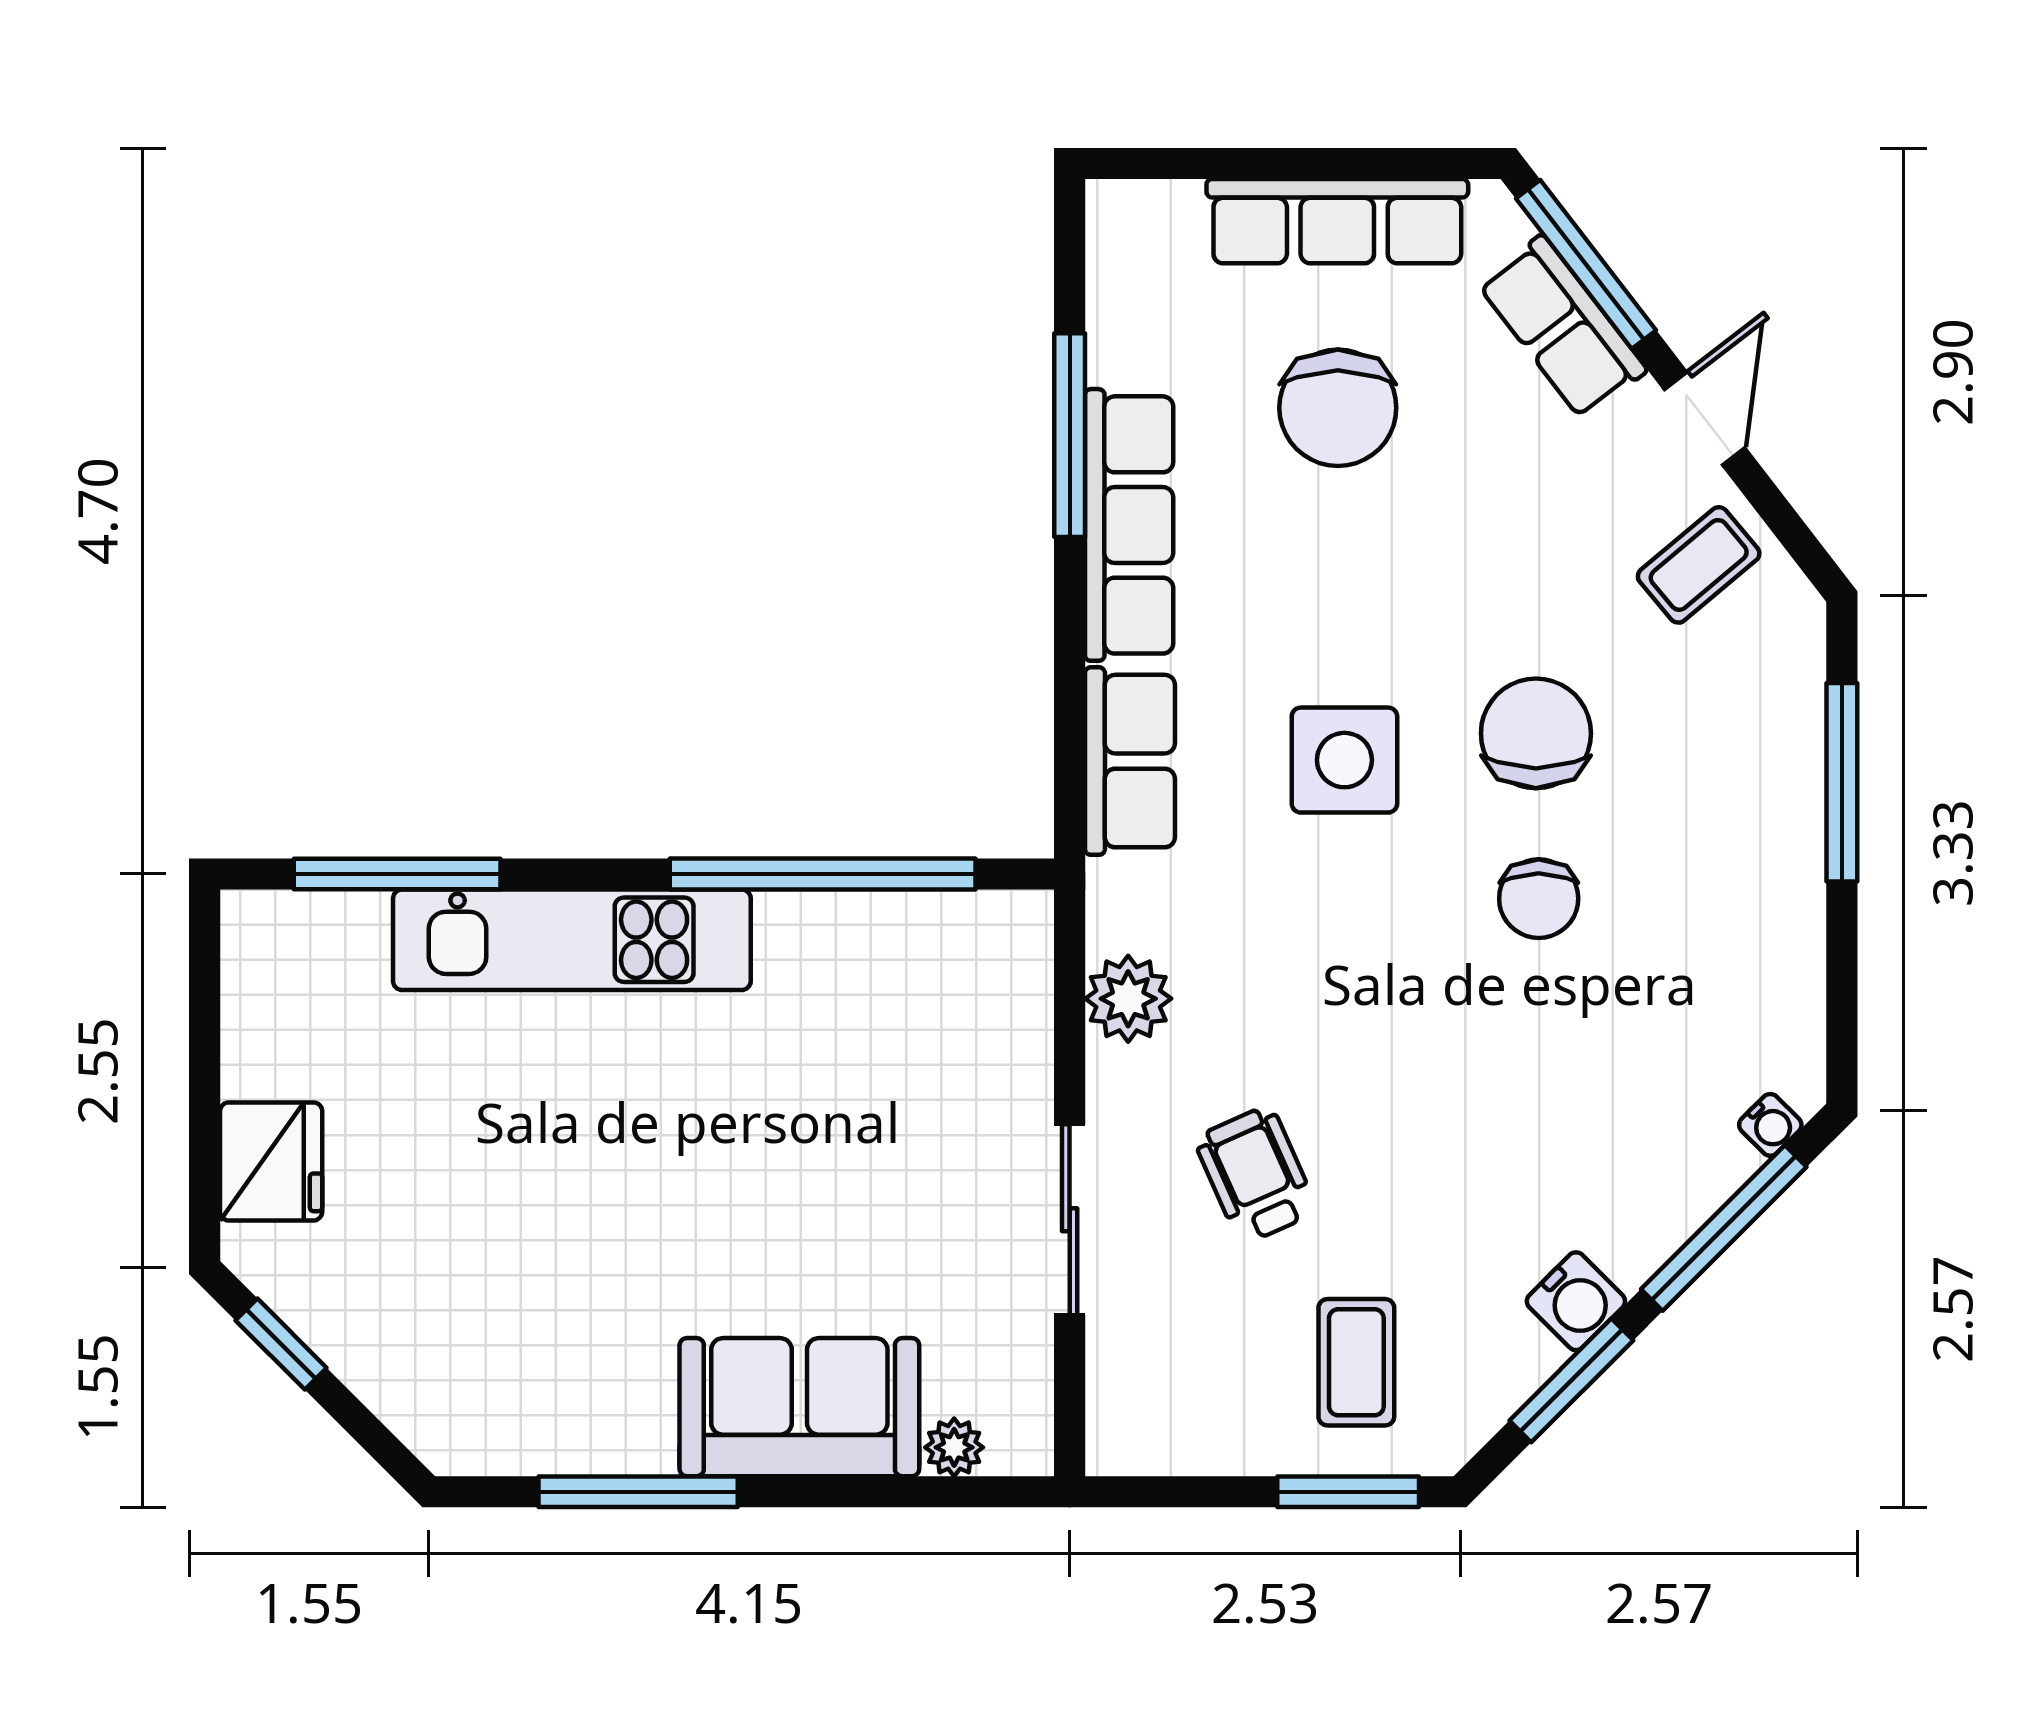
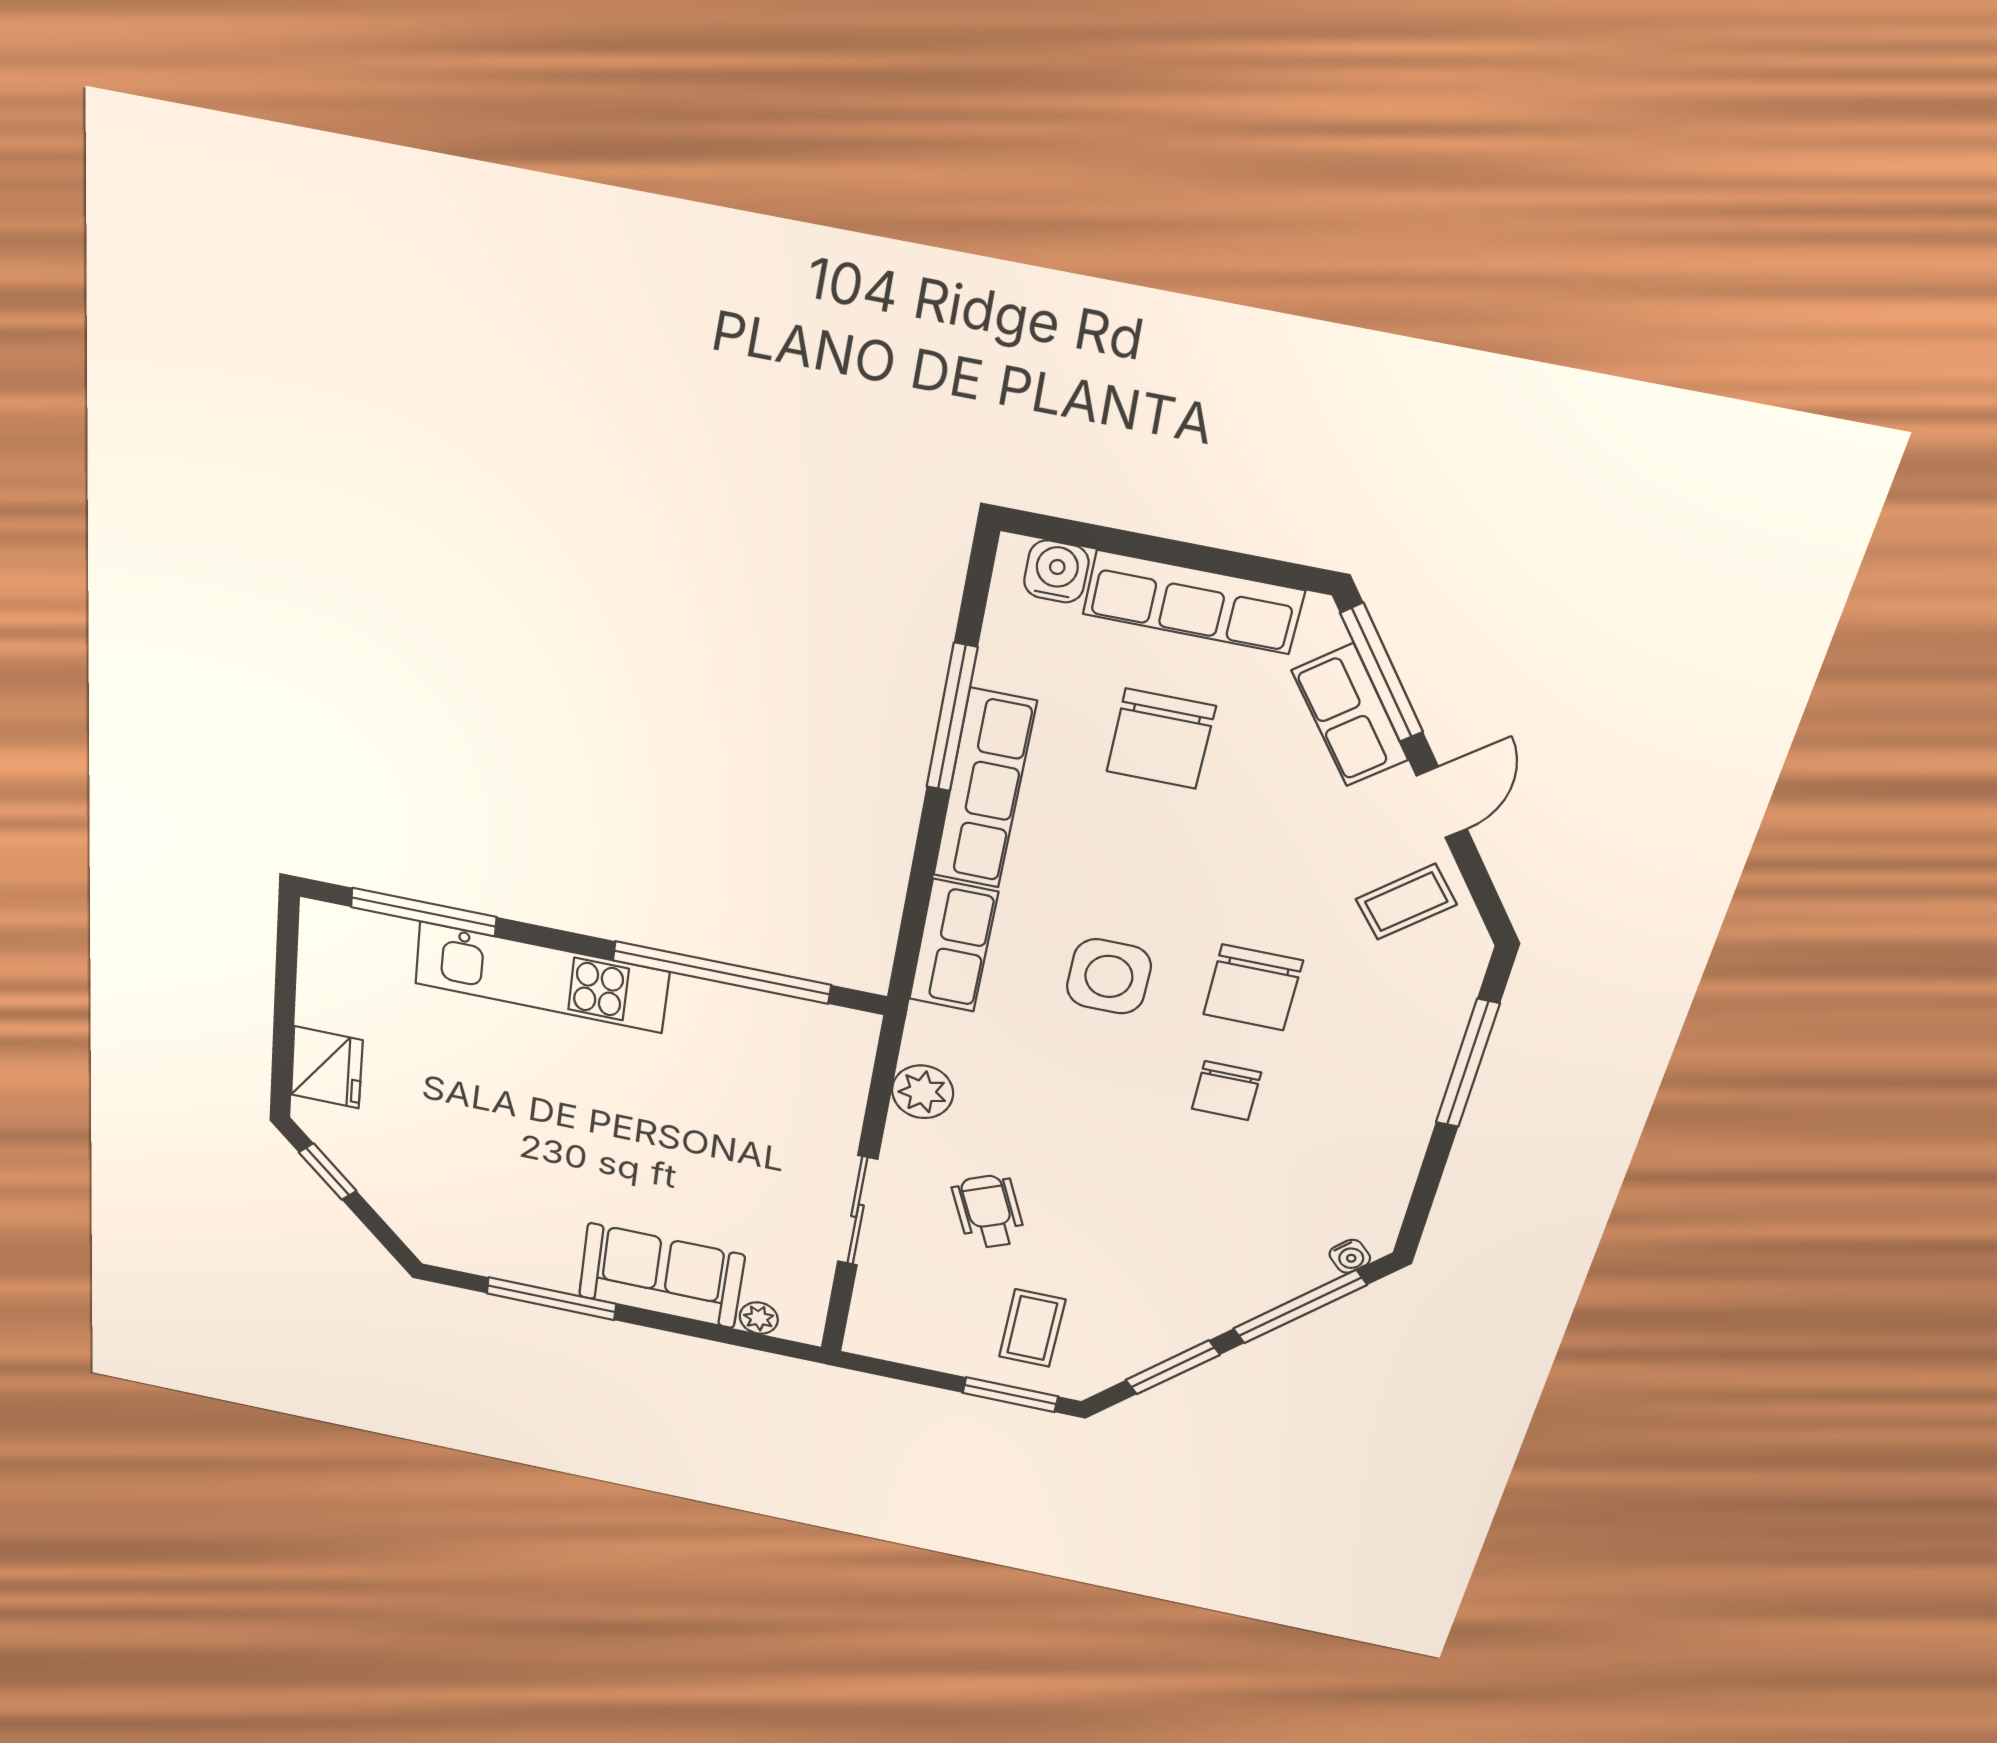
chair: (1536, 733) -> (1253, 988), turned 180
water cooler: (1576, 1301) -> (1056, 572), moved, turned -135

